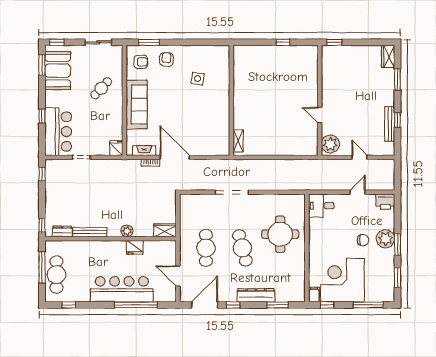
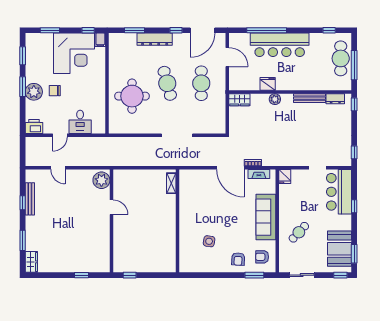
wall: (320, 100) -> (111, 221), moved
door: (320, 115) -> (111, 207), moved
plant: (330, 144) -> (101, 180), moved
desk: (321, 206) -> (80, 122), moved, turned 90
window: (368, 305) -> (50, 30), width x0.69

